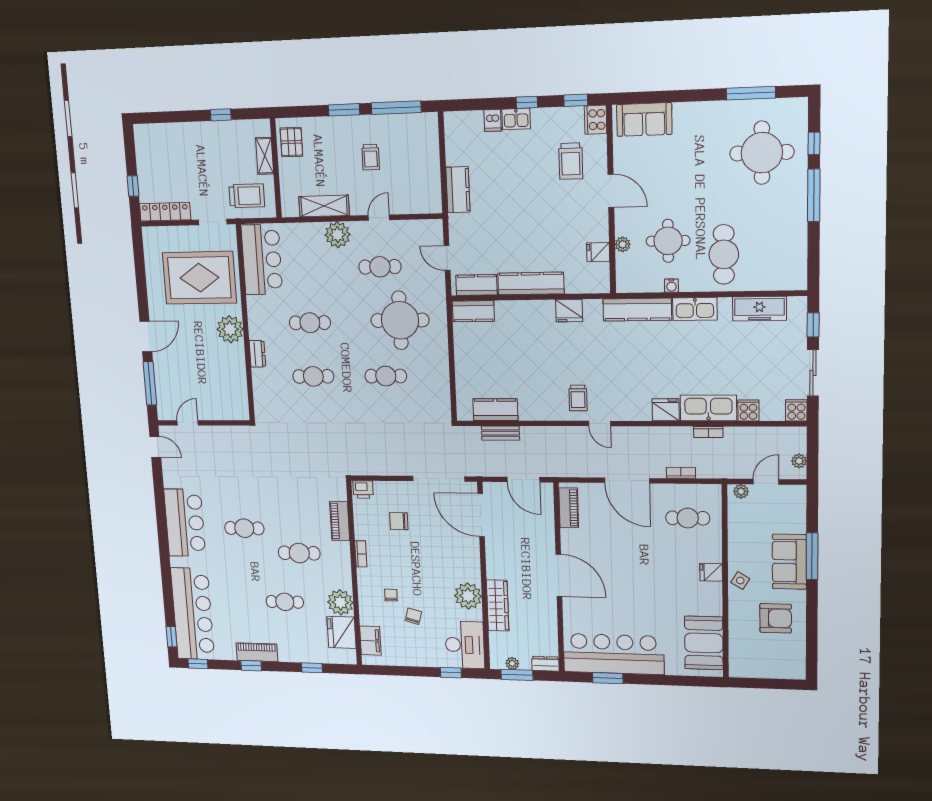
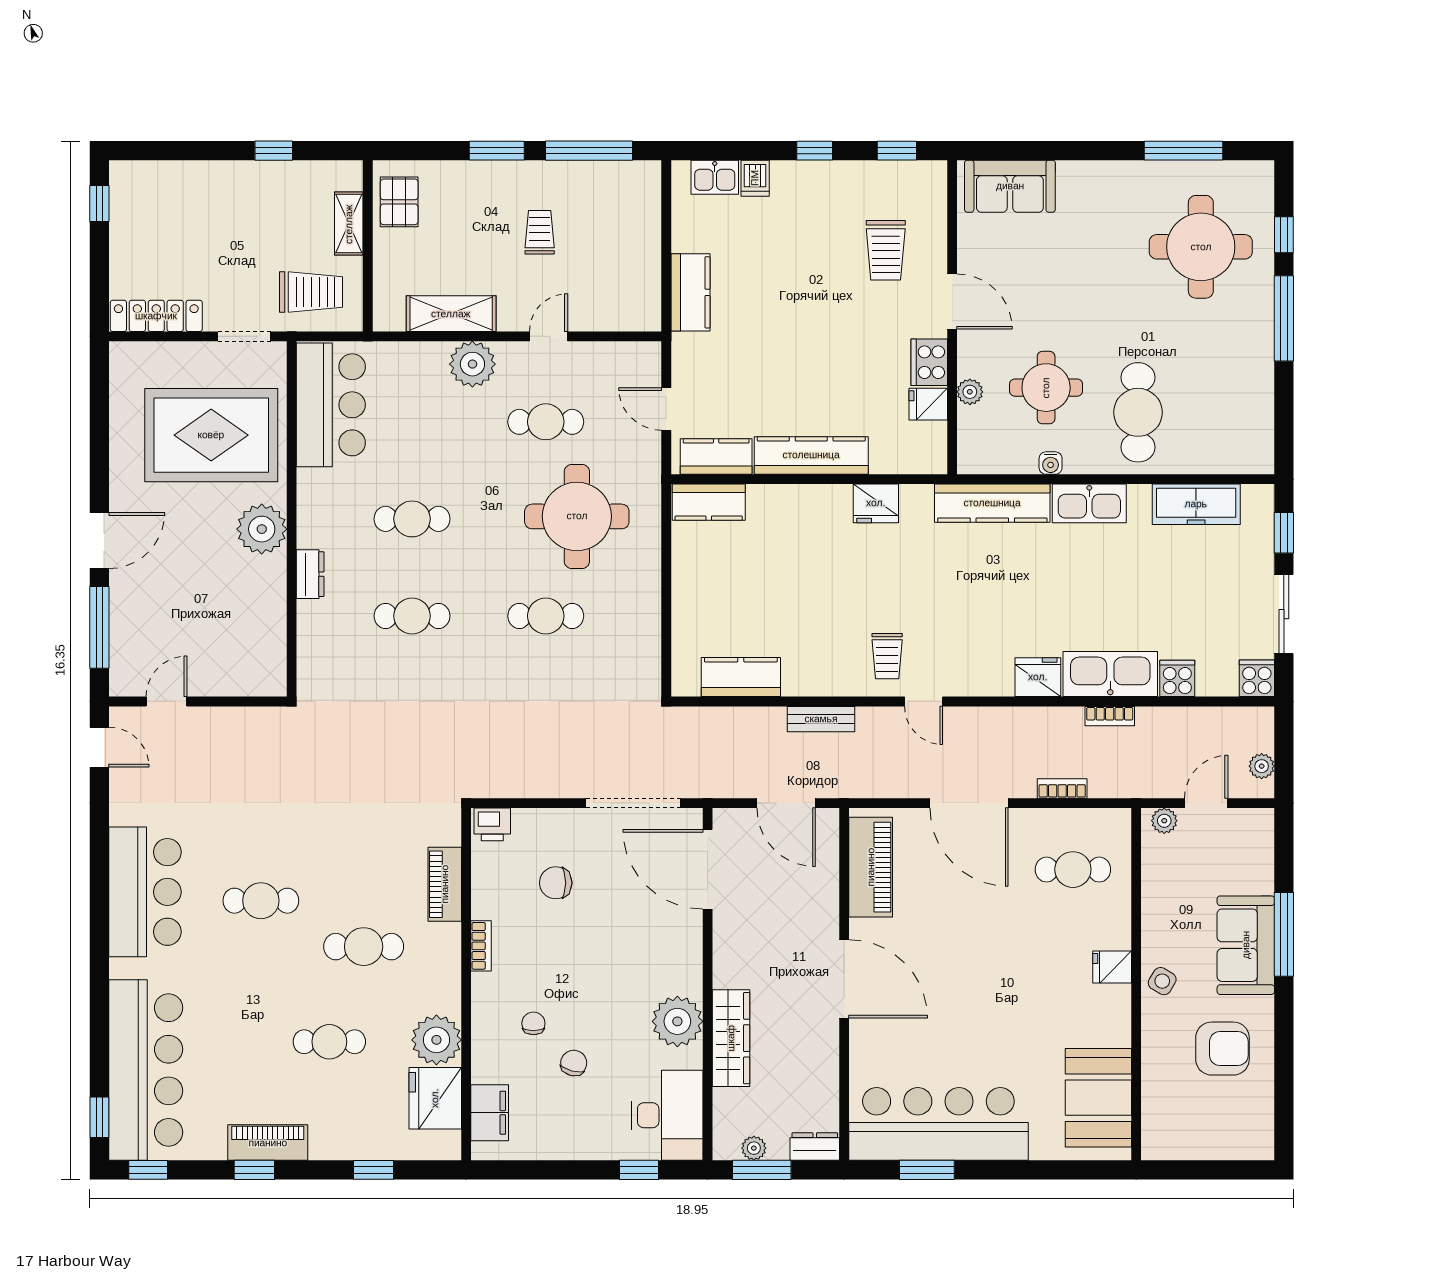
kitchen sink: (516, 119) -> (715, 177), moved
cooker: (596, 120) -> (929, 362), moved
trolley: (371, 157) -> (540, 232), turned 180
window: (133, 186) -> (99, 204), moved
bench: (500, 433) -> (821, 719), moved
piano: (569, 508) -> (871, 867), width x1.37, depth x1.33

